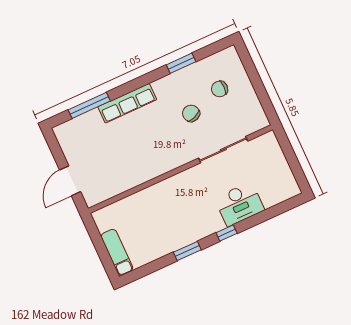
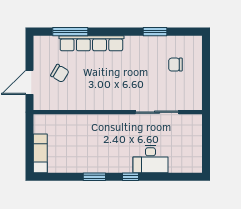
row of seats: (127, 103) -> (91, 43), width x1.36
chair: (191, 113) -> (60, 73), moved, turned 141

